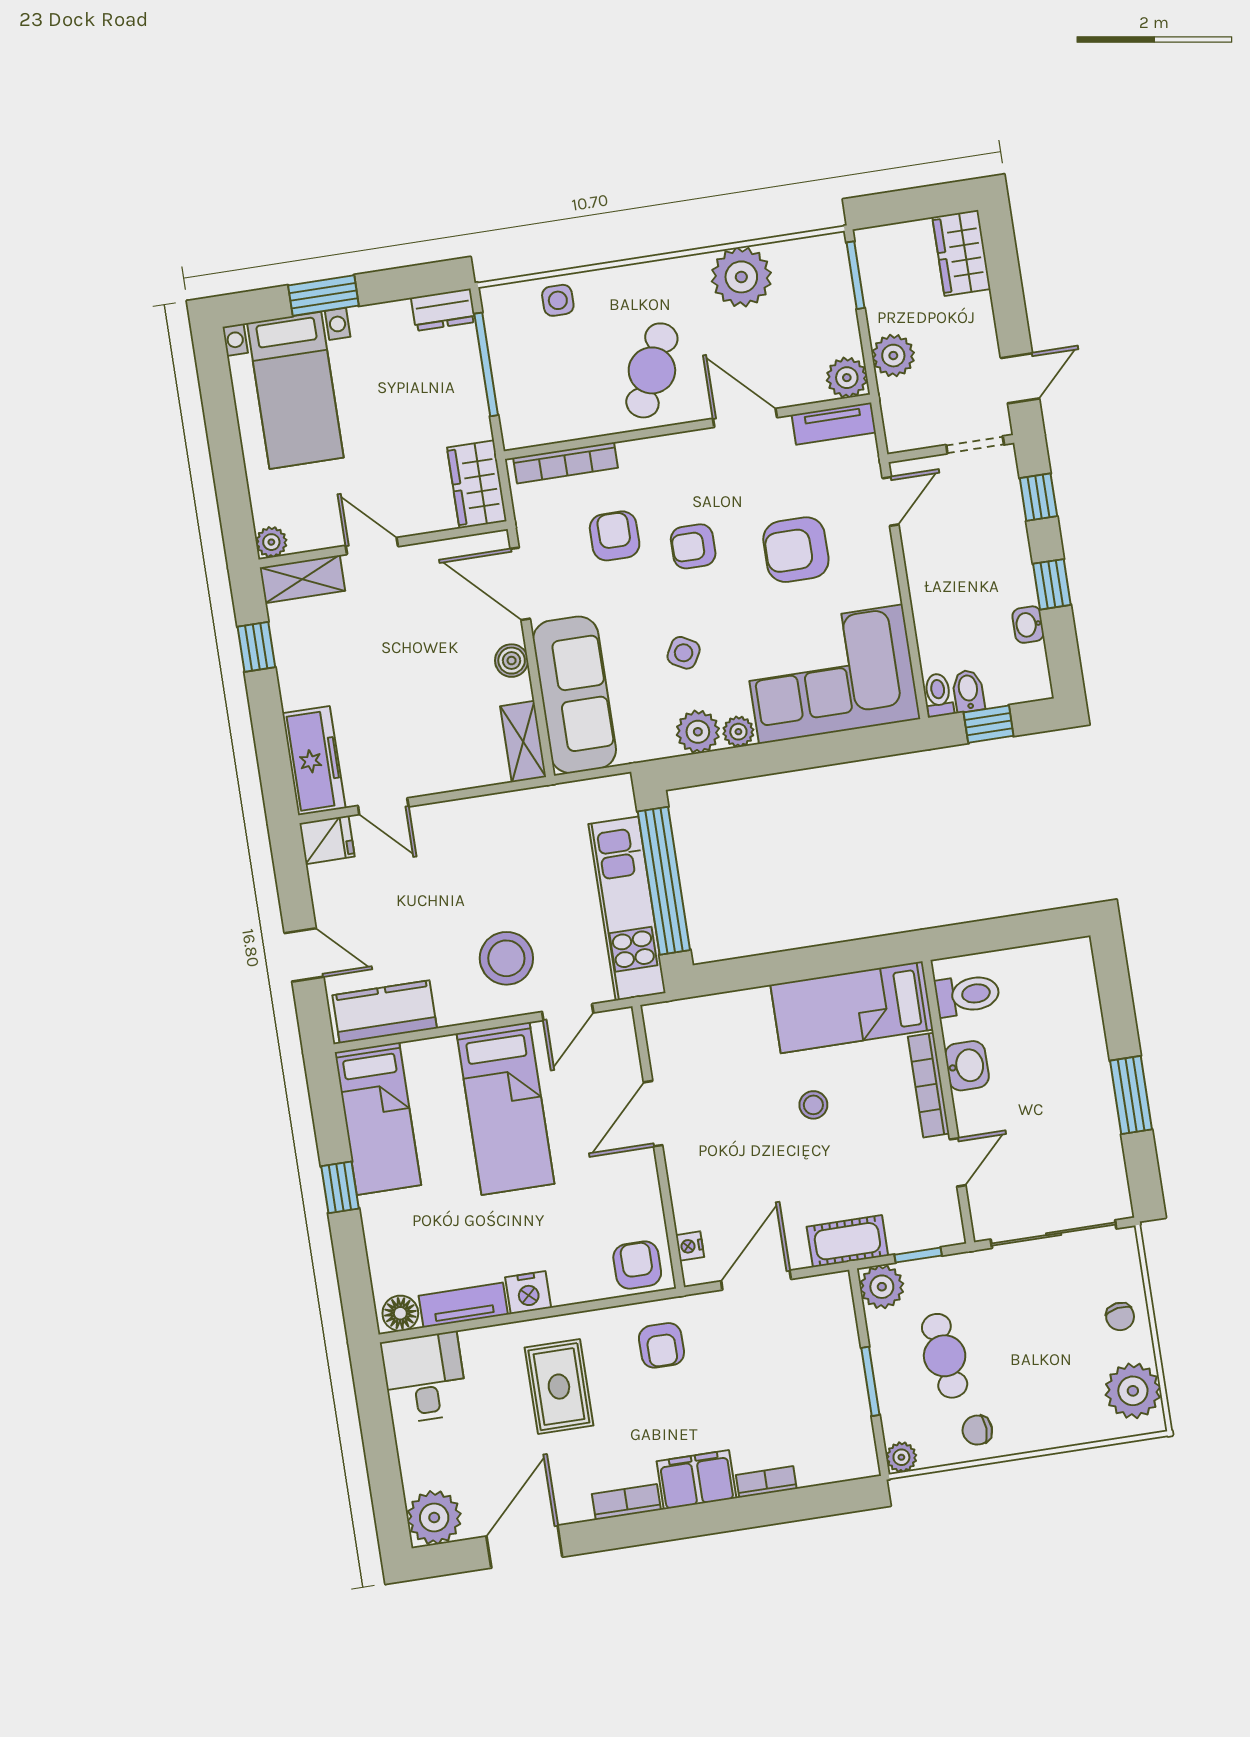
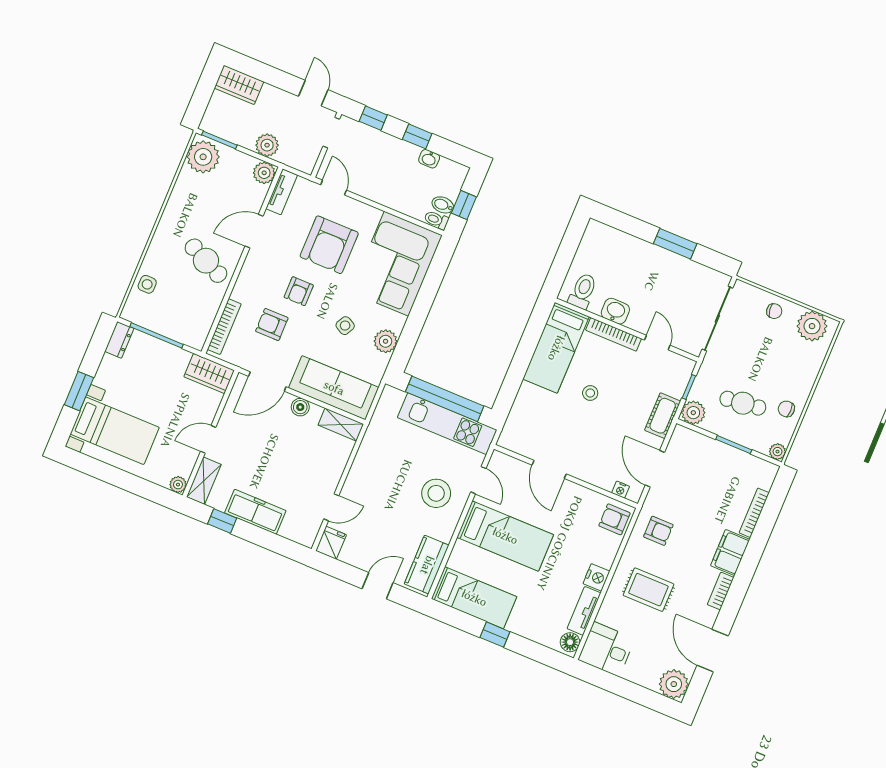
plant: (741, 277) -> (203, 157), moved
armchair: (796, 550) -> (329, 245), width x1.36, depth x1.36
plant: (738, 732) -> (397, 322), removed
freezer: (314, 761) -> (255, 512), moved
chair: (977, 1430) -> (786, 409), turned 92
bookcase: (766, 1482) -> (754, 513), width x1.56

